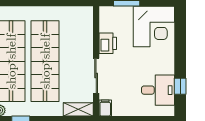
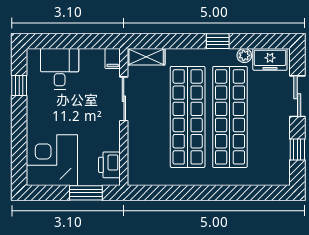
printer: (108, 43) -> (109, 165), moved
desk: (158, 90) -> (60, 69), moved, turned 90

